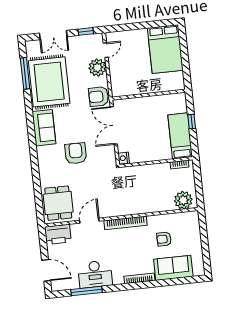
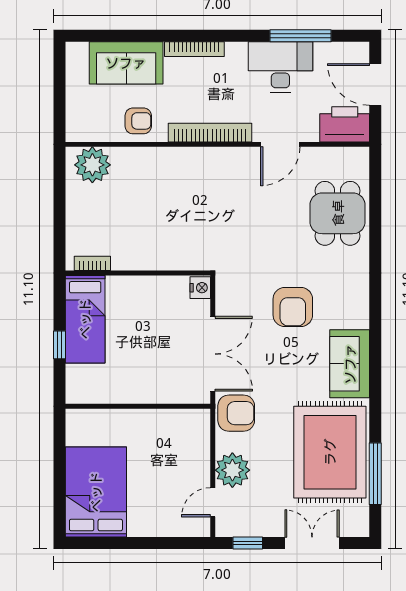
plant: (183, 200) -> (92, 165), moved
wall: (121, 217) -> (217, 144), moved
door: (89, 221) -> (280, 144), moved
bookcase: (126, 223) -> (210, 133), moved
printer: (58, 234) -> (345, 124), moved

